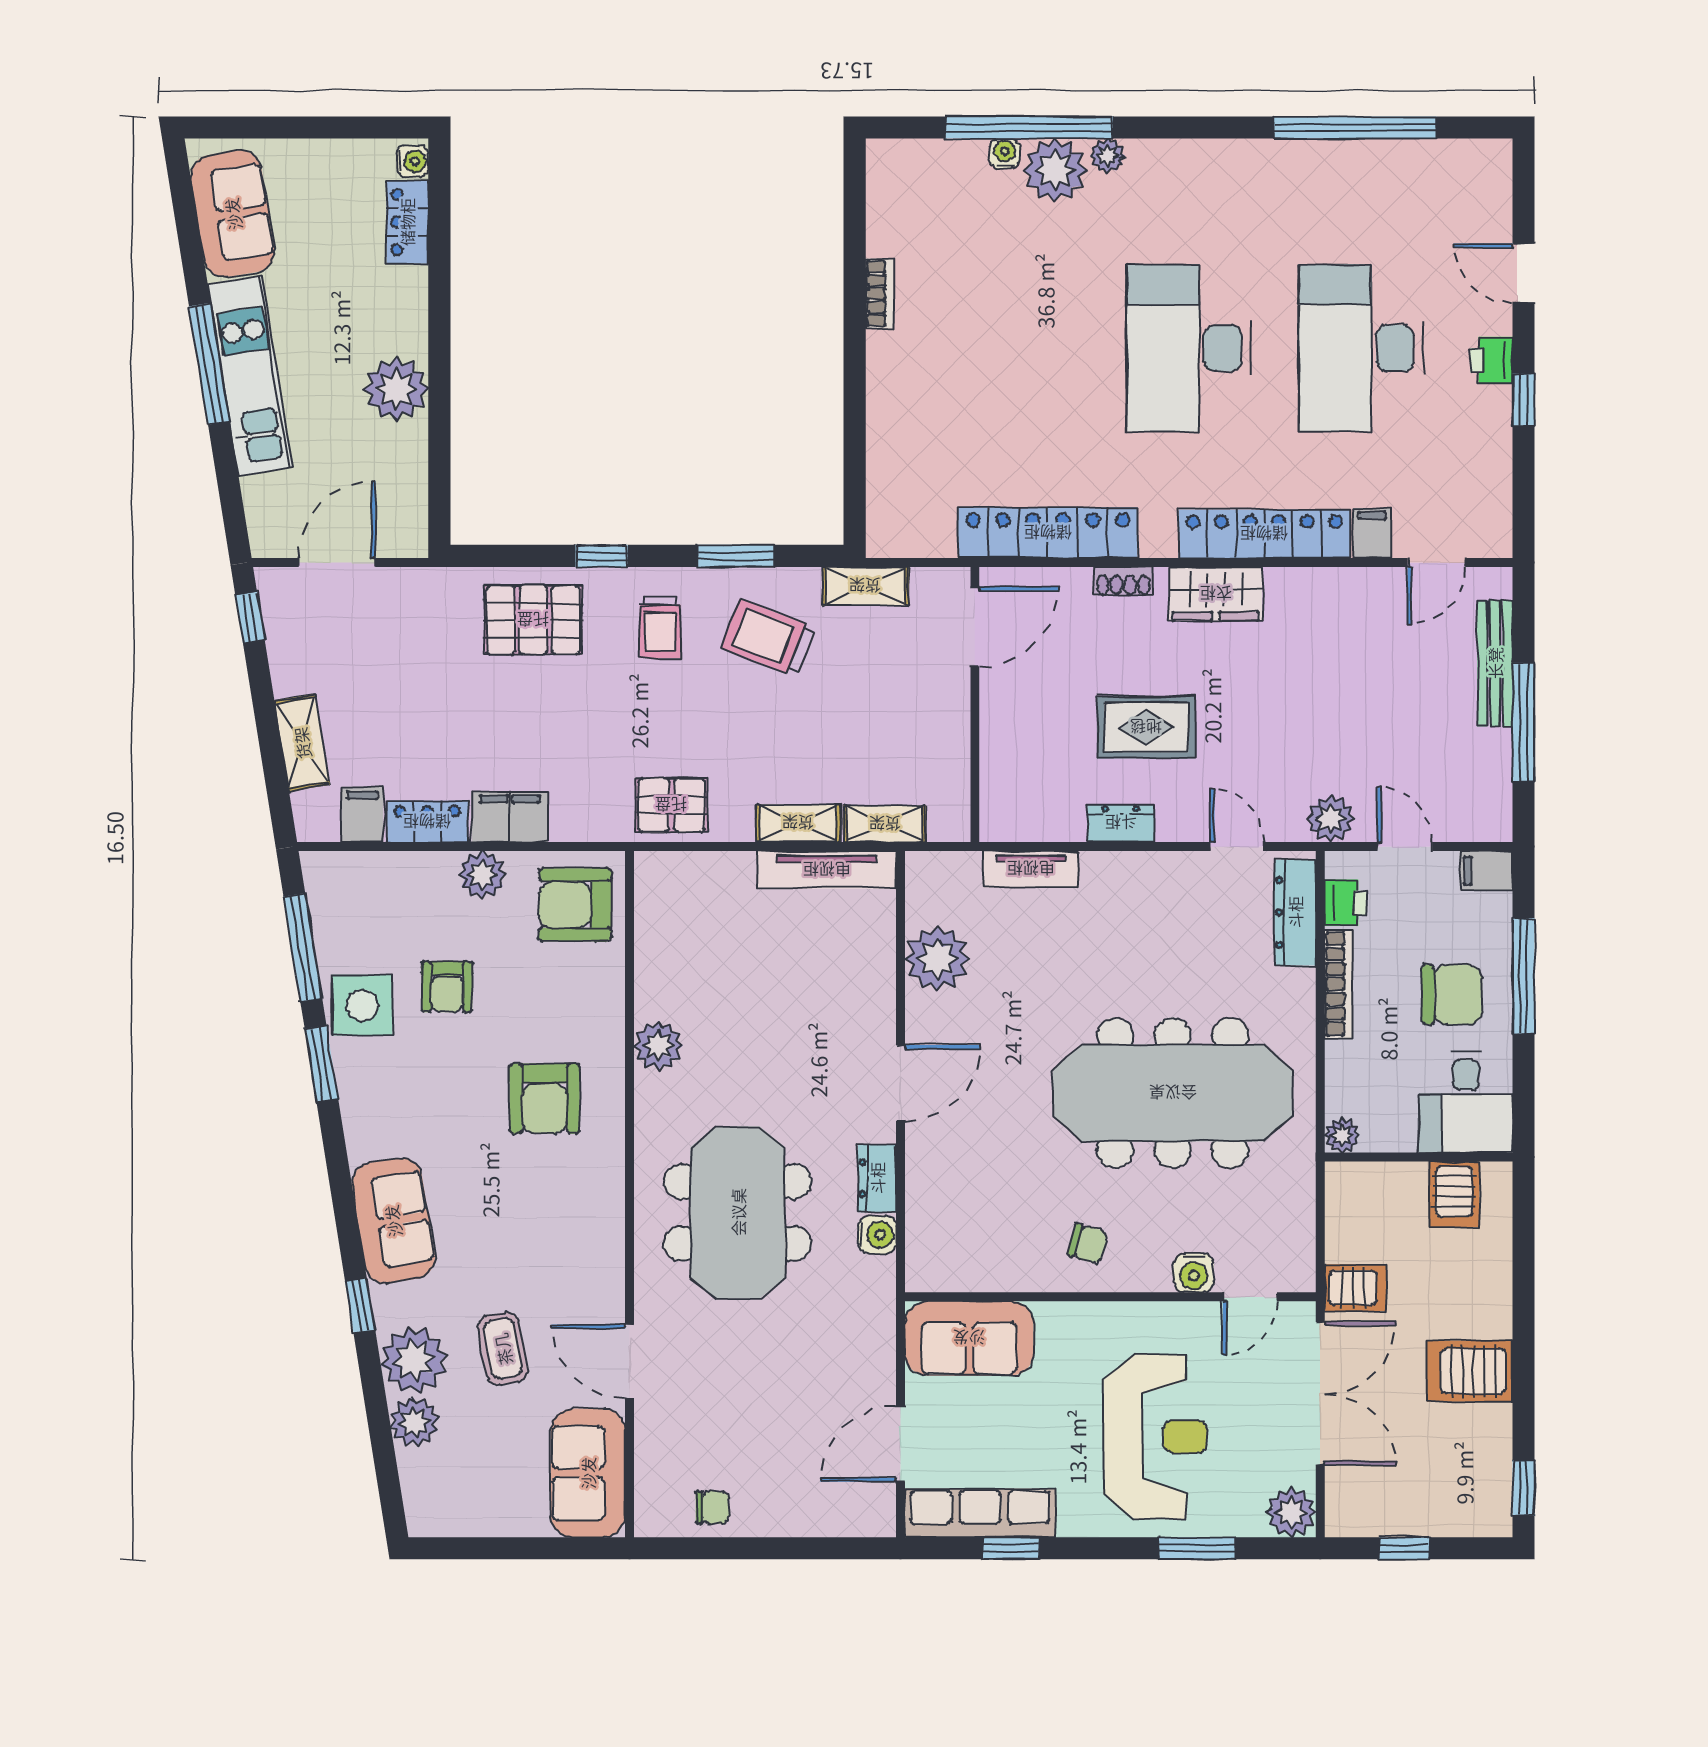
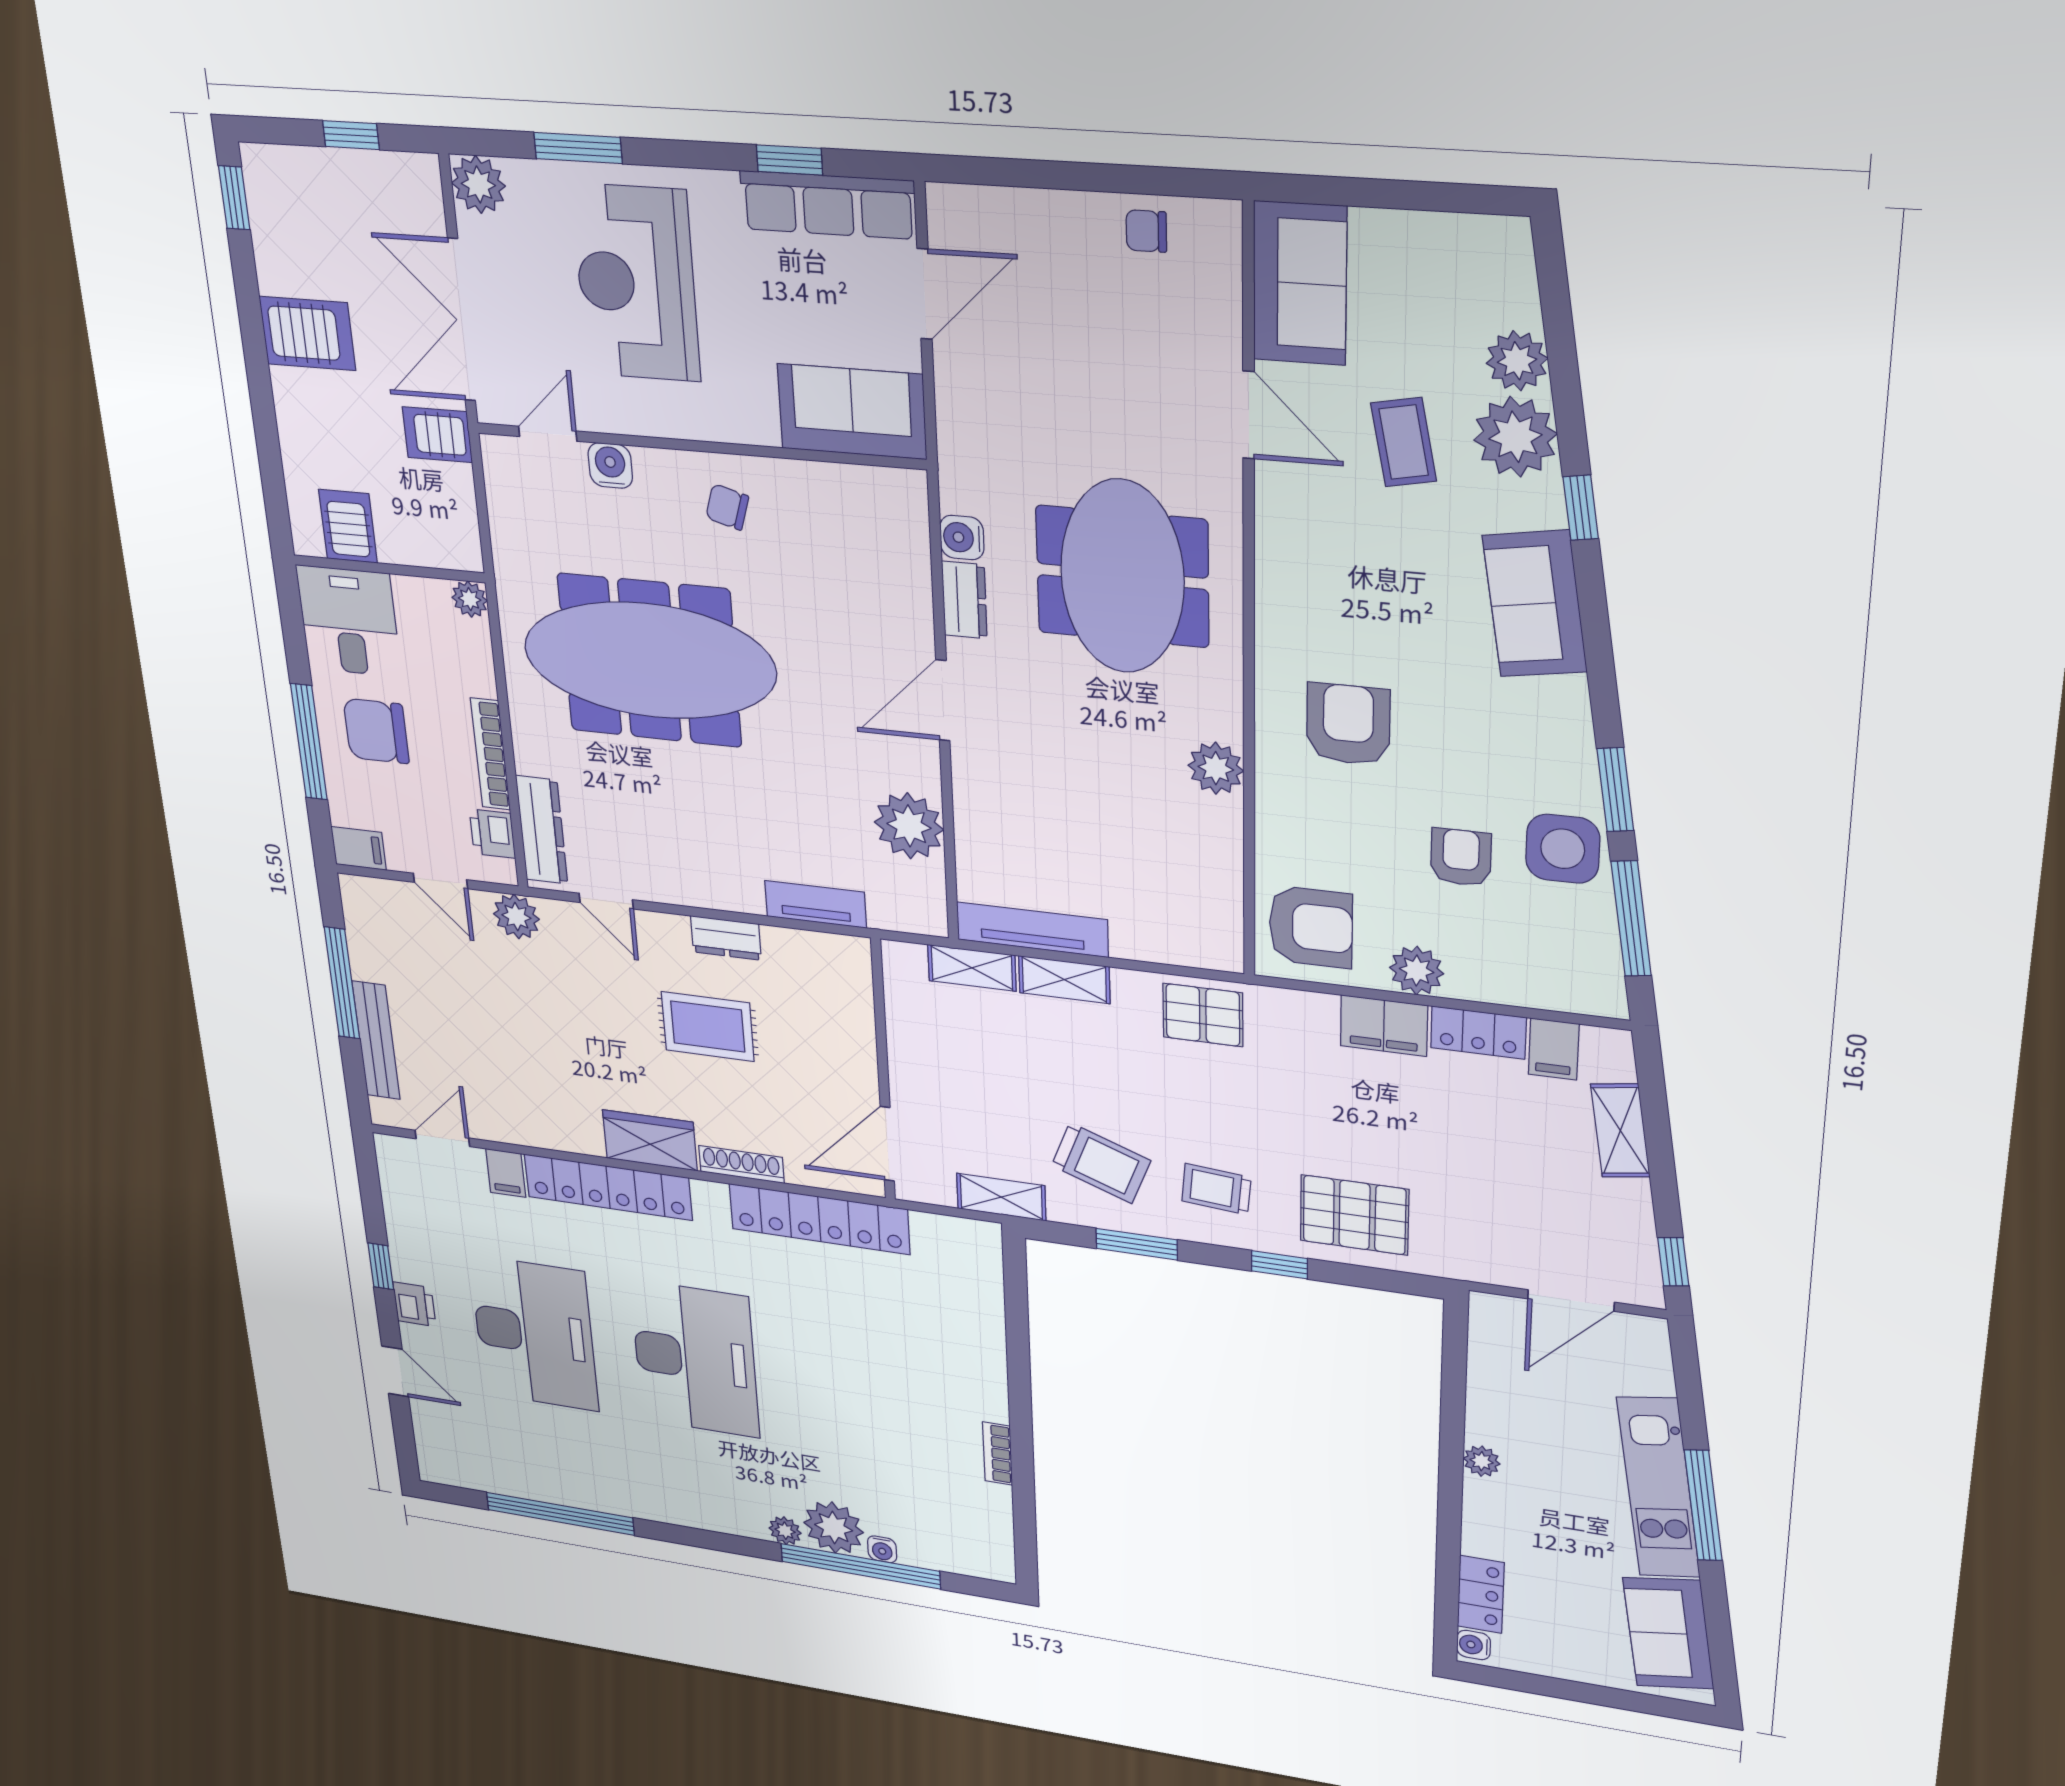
plant: (396, 389) -> (1482, 1461), width x0.53, depth x0.53
shoe rack: (1123, 581) -> (741, 1164), width x1.43
trolley: (660, 627) -> (1216, 1189), turned -85

